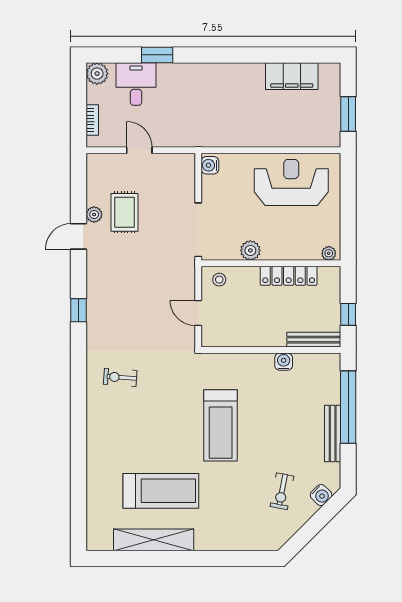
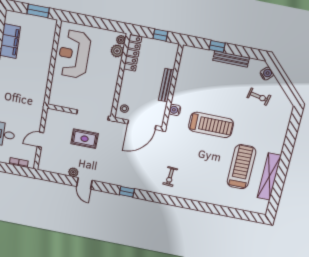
water cooler: (210, 165) -> (56, 101), removed
rug: (124, 212) -> (85, 139), moved
plant: (250, 250) -> (117, 51), moved
locker: (289, 276) -> (133, 53), moved
door: (198, 313) -> (142, 125), width x1.88
bench: (314, 340) -> (166, 85), moved
water cooler: (284, 362) -> (175, 110), moved
window: (348, 407) -> (217, 46), width x0.32

